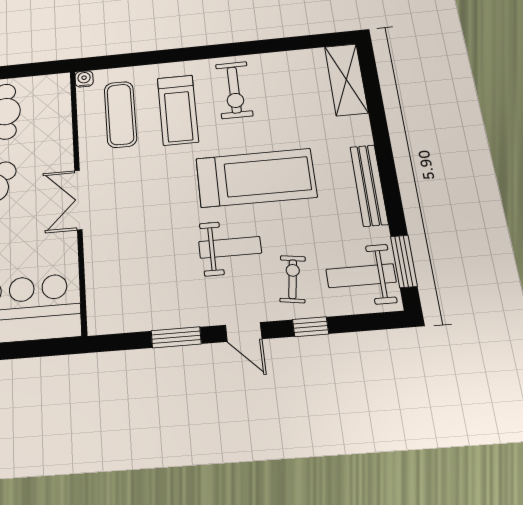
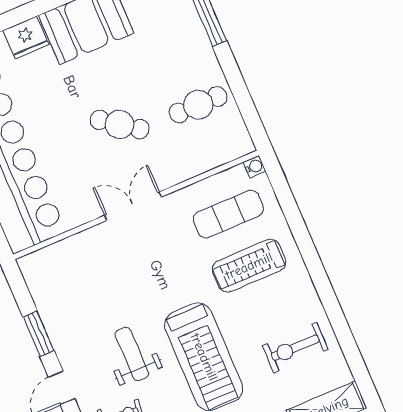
exercise bike: (234, 90) -> (295, 348), moved
weight bench: (230, 247) -> (132, 354), turned 180

